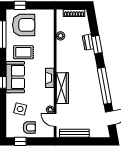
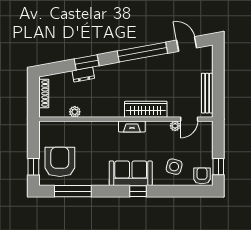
rug: (23, 52) -> (97, 162), removed
armchair: (29, 128) -> (202, 176), moved

